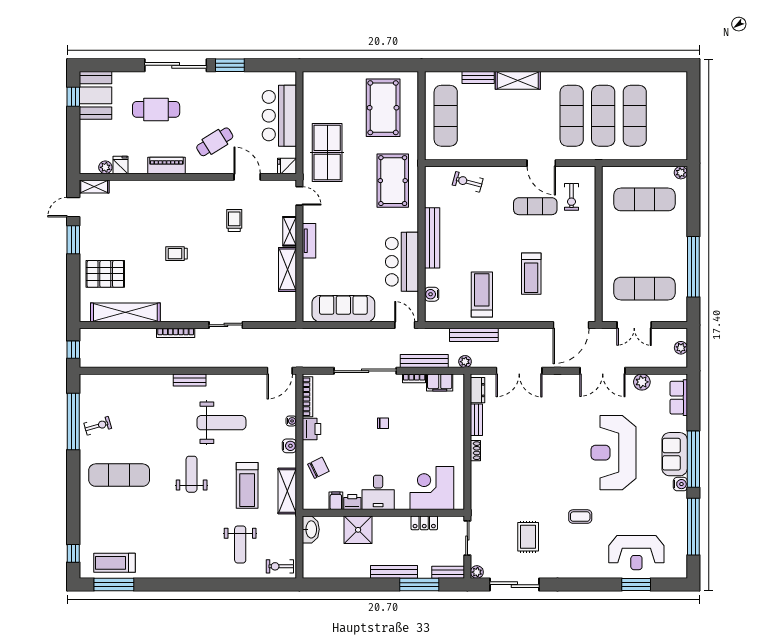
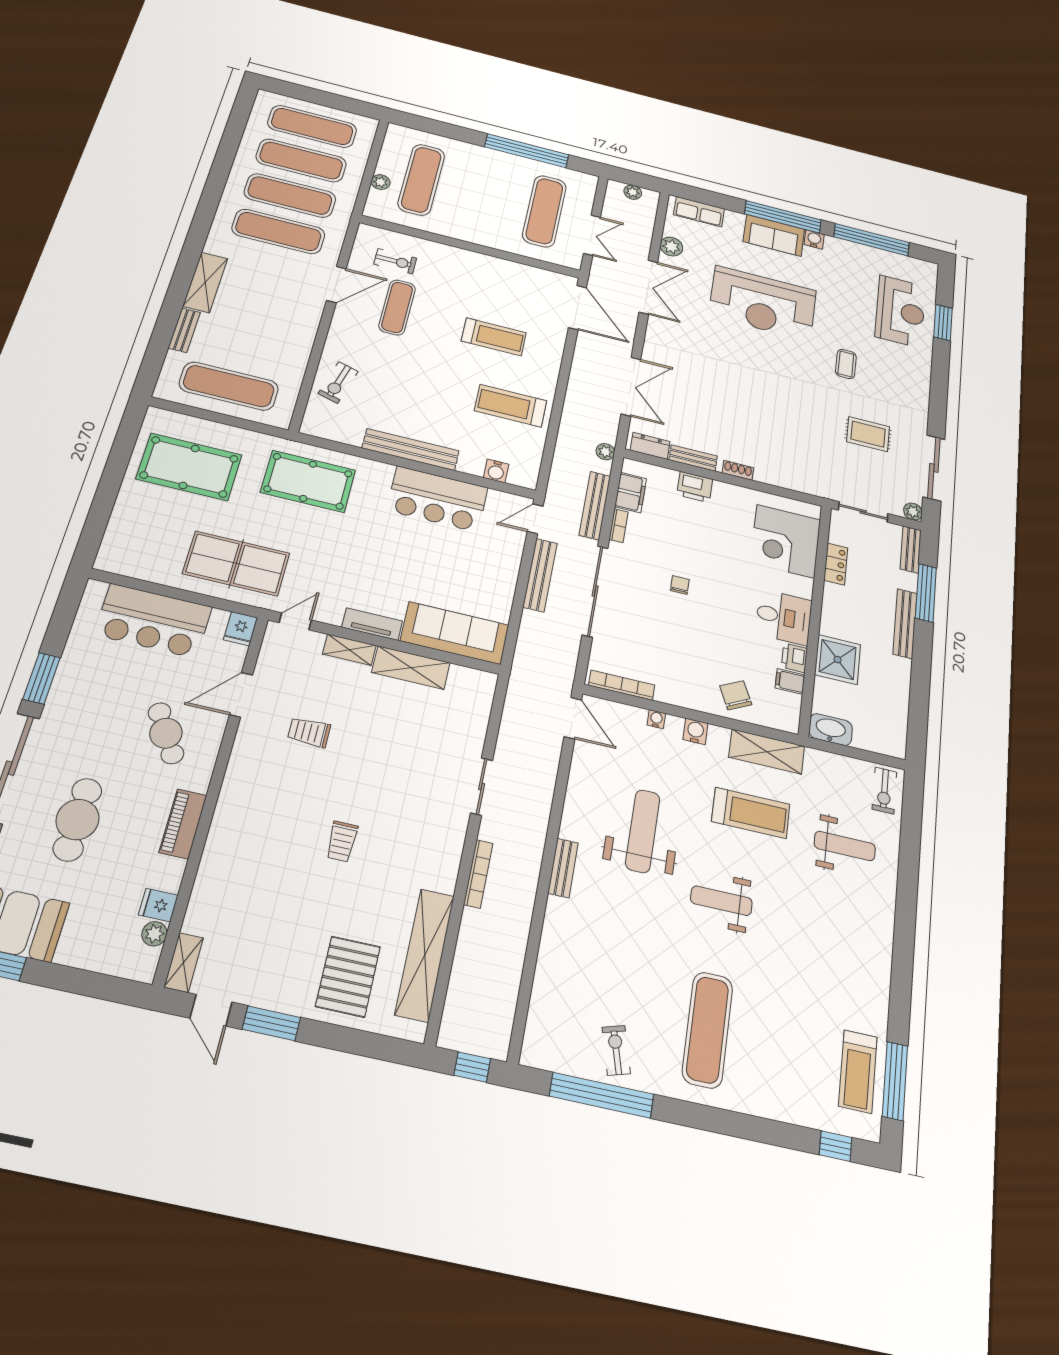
exercise mat: (666, 116) -> (312, 126), added
plant: (681, 173) -> (381, 182), moved
sofa: (343, 309) -> (455, 633), moved, turned 90
bench: (474, 335) -> (540, 575), moved
printer: (312, 429) -> (695, 487), moved, turned 180

